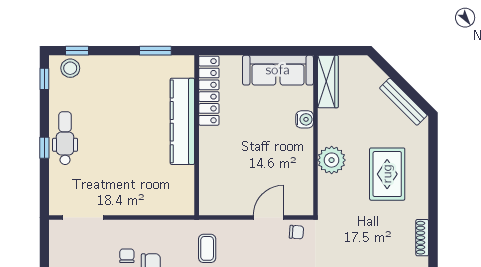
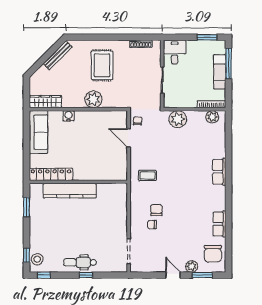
rug: (387, 174) -> (102, 65), turned 90

